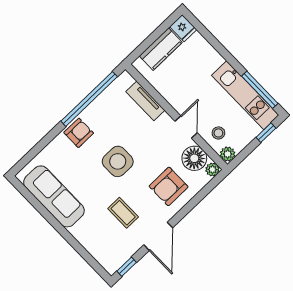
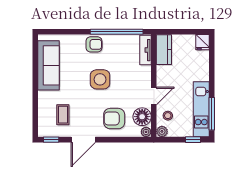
kitchen counter: (161, 49) -> (164, 50), moved, turned -90
tv unit: (145, 101) -> (145, 50), moved
coffee table: (123, 213) -> (63, 115), moved

